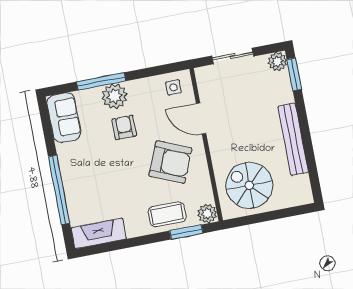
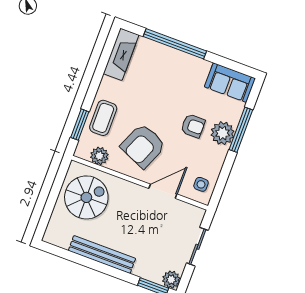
plant: (207, 214) -> (99, 156), moved

